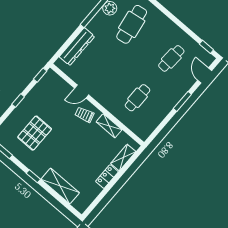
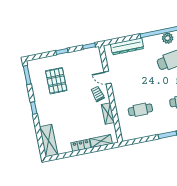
pallet: (35, 133) -> (56, 81), turned 90
shelving: (60, 186) -> (49, 141), moved

